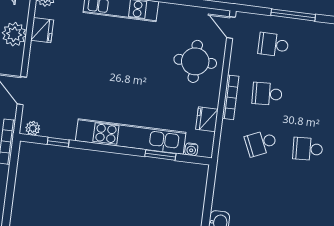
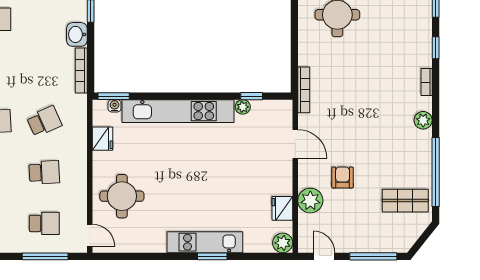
window: (293, 15) -> (45, 256), moved
bookcase: (230, 97) -> (81, 71), moved
plant: (33, 128) -> (243, 107), moved
window: (160, 155) -> (114, 96), moved

